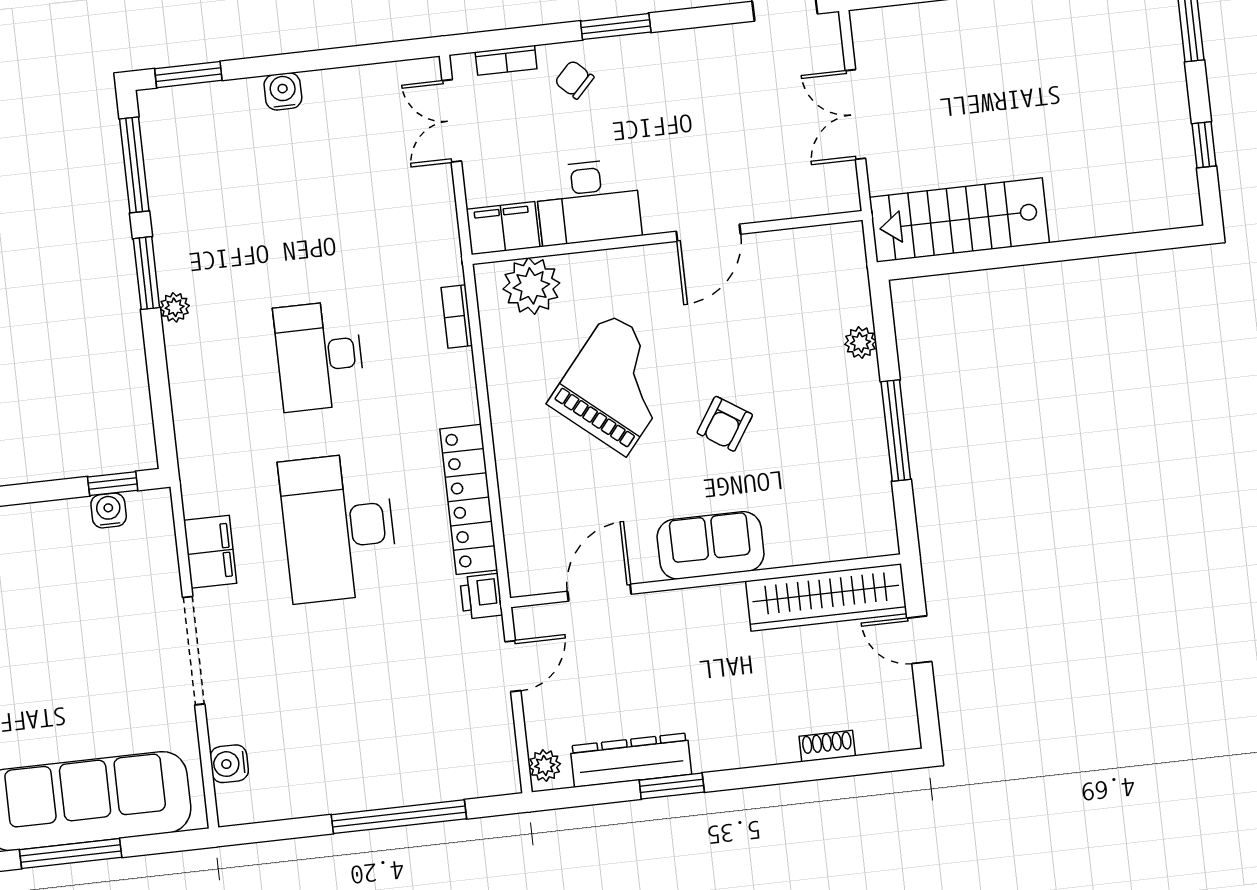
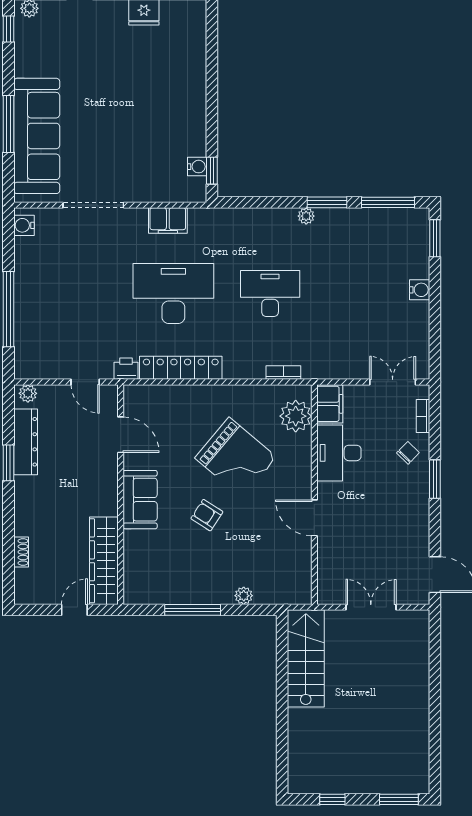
doorway: (194, 651) -> (93, 205), moved
water cooler: (229, 764) -> (24, 225), moved, turned -90

